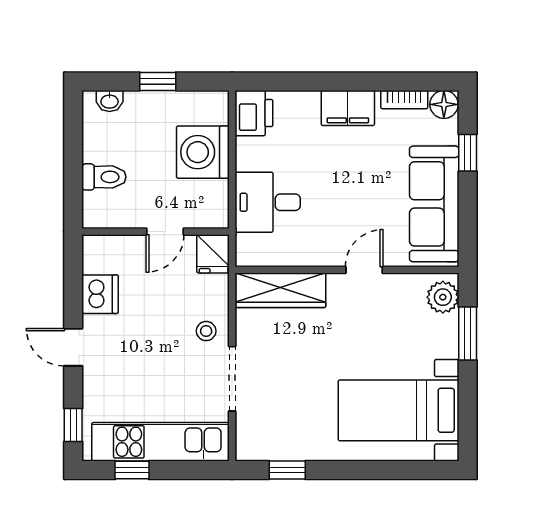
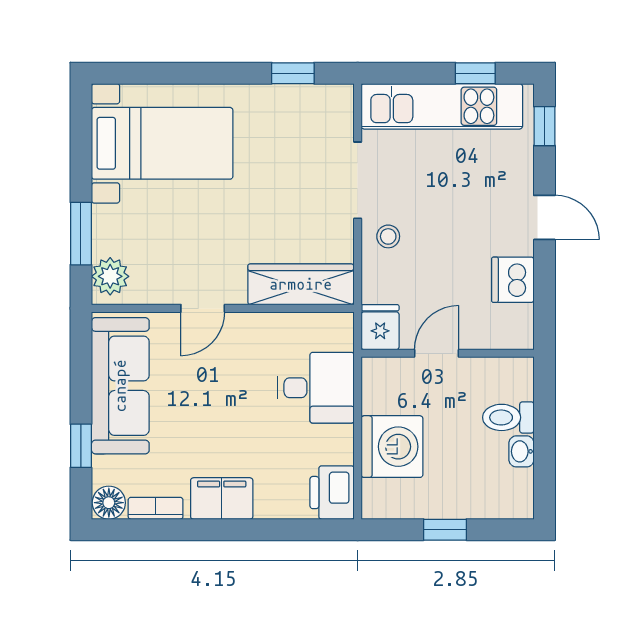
washbasin: (110, 101) -> (521, 451), moved, turned -90

